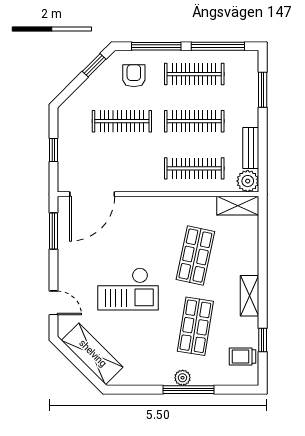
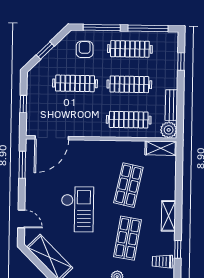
window: (94, 65) -> (45, 50), moved
window: (263, 90) -> (181, 62), width x0.67
checkout: (128, 289) -> (77, 209), turned -90

